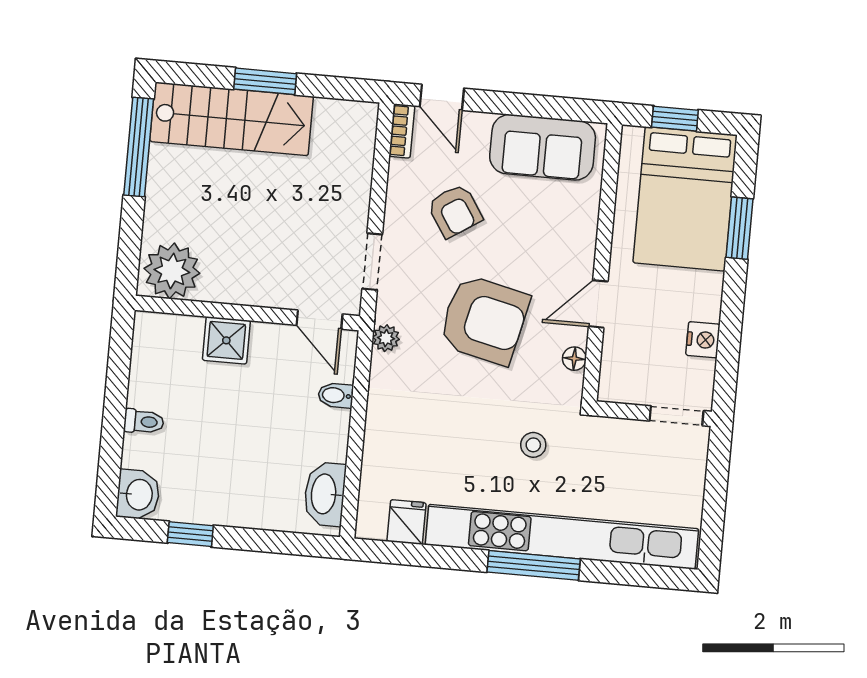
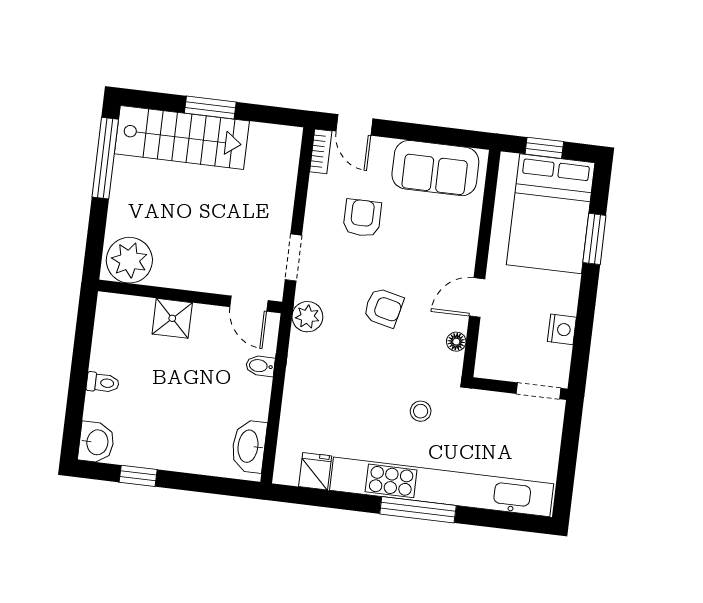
armchair: (455, 211) -> (362, 218), turned -147
armchair: (484, 320) -> (383, 308), width x0.53, depth x0.53
plant: (386, 338) -> (307, 317), width x1.38, depth x1.38

